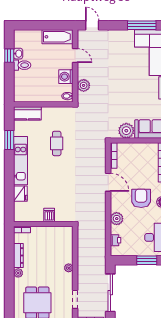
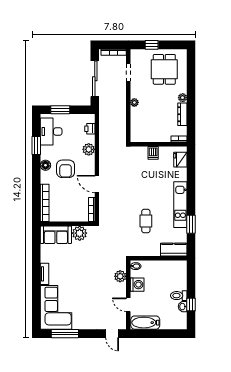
fridge: (20, 194) -> (180, 160), moved

